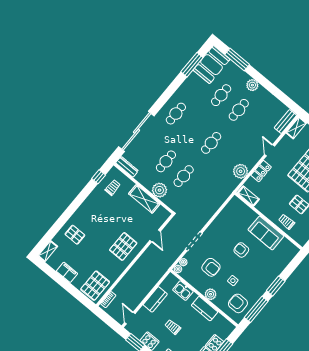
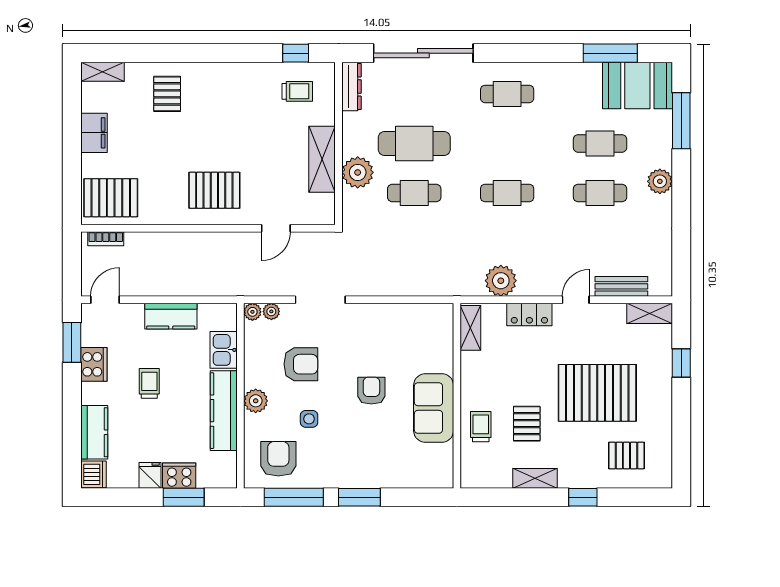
bench: (285, 122) -> (621, 286), moved
cafe table: (166, 161) -> (414, 143), width x1.37, depth x1.35
armchair: (211, 267) -> (301, 364), turned -90
kitchen counter: (205, 309) -> (224, 411), width x1.50

